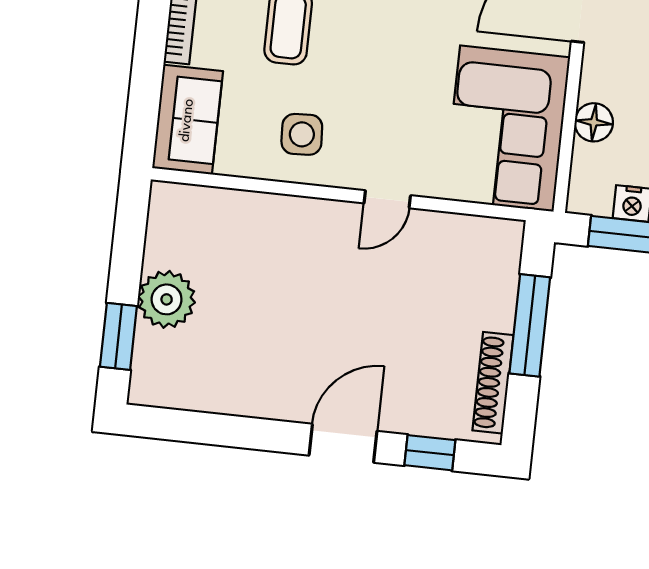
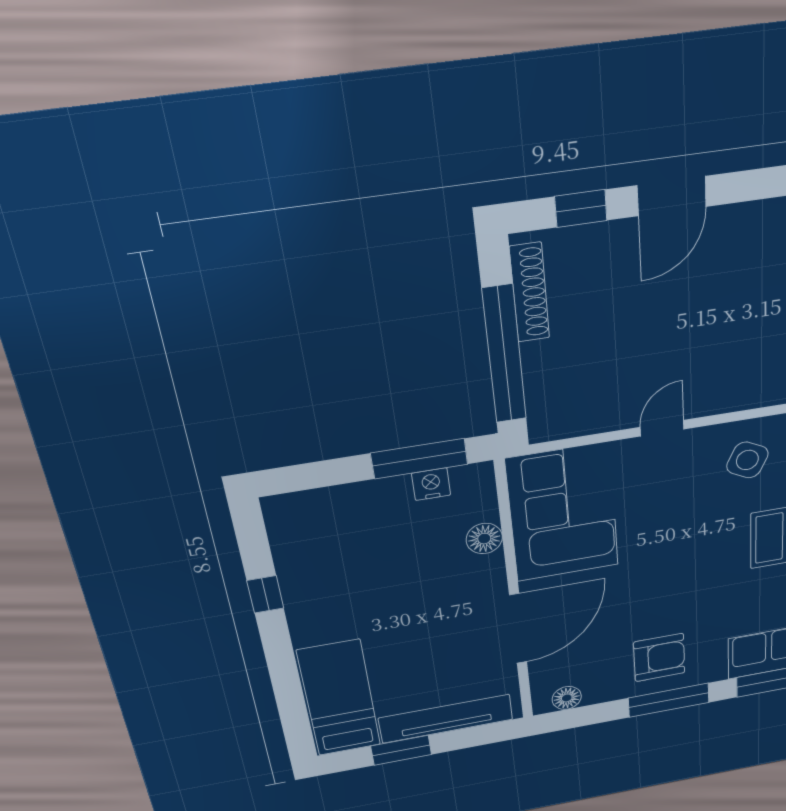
side table: (302, 134) -> (747, 460), turned 30
window: (530, 325) -> (504, 355), width x1.46

